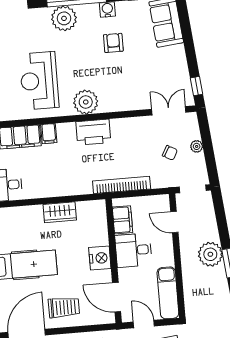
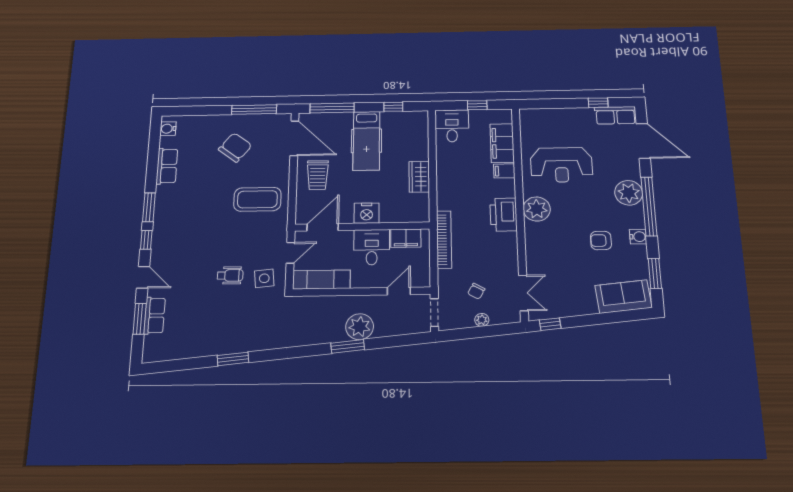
armchair: (113, 43) -> (601, 240), turned 180
reception desk: (39, 81) -> (561, 165), turned 180

